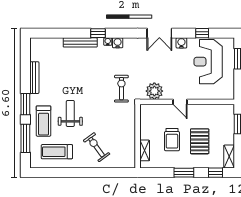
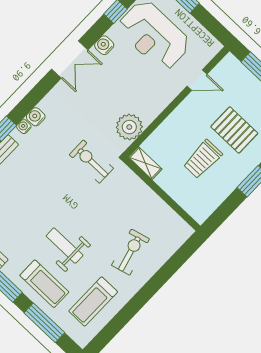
door: (180, 102) -> (197, 80), moved
trolley: (172, 140) -> (203, 159), turned 90
exercise bike: (97, 147) -> (130, 252), turned 111
shelving: (145, 150) -> (145, 163), moved

